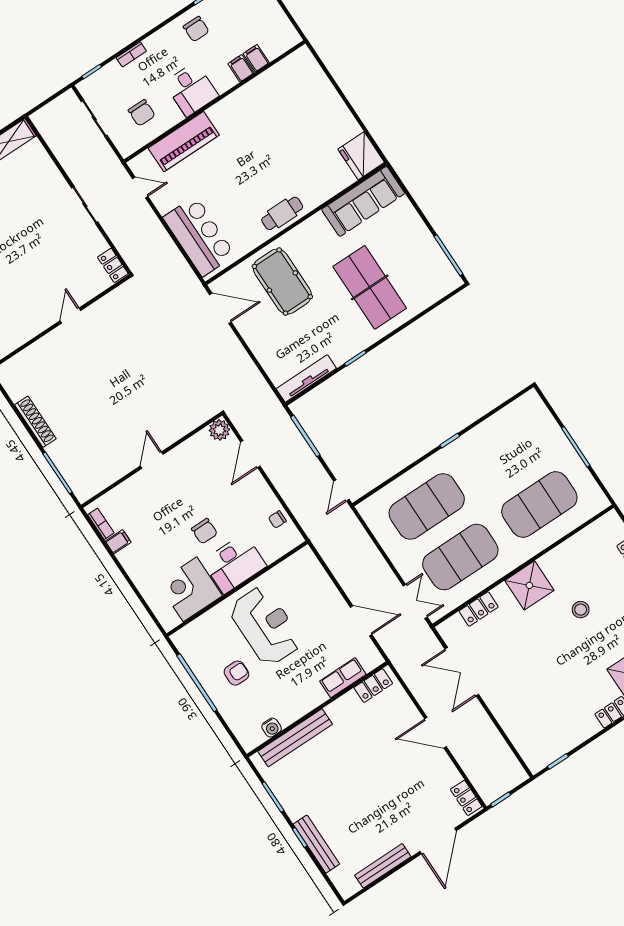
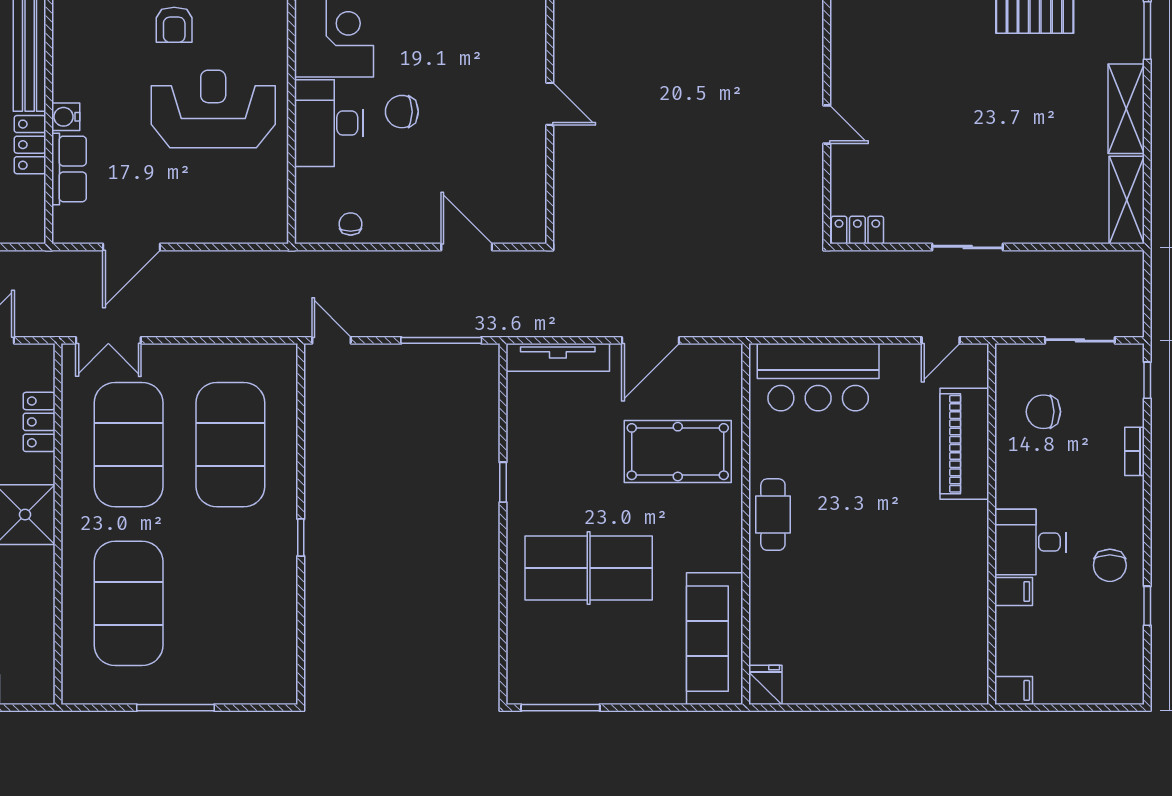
chair: (196, 29) -> (1110, 565), turned -90
filing cabinet: (256, 58) -> (1014, 690), moved
desk: (191, 89) -> (1030, 542), moved
fridge: (361, 156) -> (765, 685), width x0.53, depth x0.75
door: (220, 308) -> (650, 340), moved
tv unit: (306, 379) -> (558, 357), moved, turned 90
plant: (219, 430) -> (529, 226), removed
reception desk: (265, 626) -> (213, 109), turned 180
locker: (373, 686) -> (30, 145), moved
water cooler: (272, 728) -> (66, 117), moved

